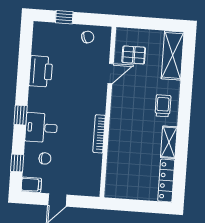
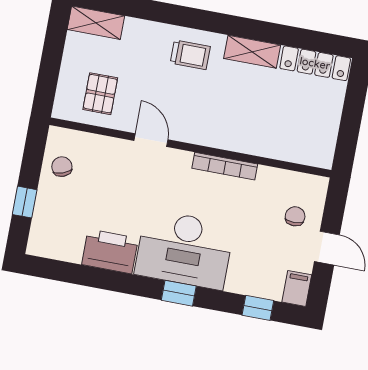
shelving: (173, 55) -> (96, 23), width x0.67, depth x0.75
door: (111, 74) -> (151, 140), moved
trolley: (163, 106) -> (190, 55), turned 180
desk: (41, 128) -> (184, 249), width x1.87, depth x1.30
chair: (45, 158) -> (295, 216), moved

